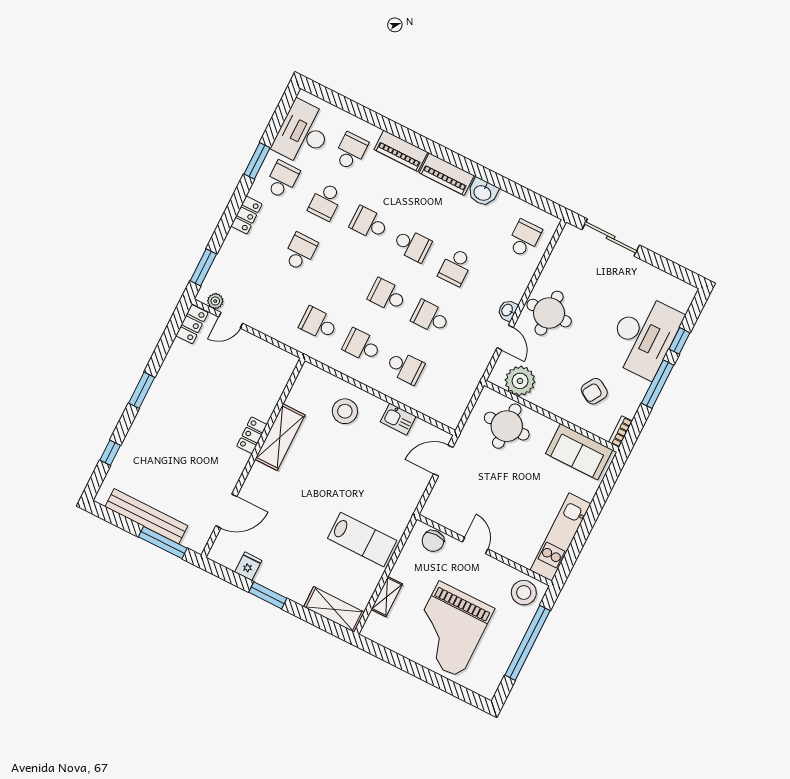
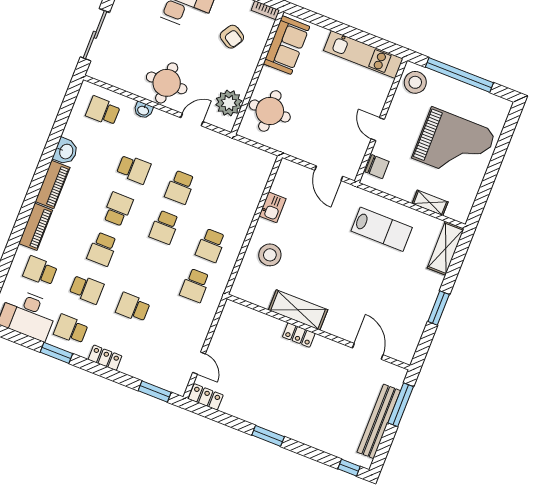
plant: (215, 301) -> (183, 378), removed
washbasin: (508, 310) -> (143, 110), moved
school desk: (405, 367) -> (226, 205), removed
window: (110, 453) -> (349, 468), moved
door: (443, 461) -> (329, 173), moved
lab bench: (362, 539) -> (382, 229), turned 90
door: (475, 545) -> (378, 129), hinge flipped
fridge: (248, 566) -> (415, 327), removed

